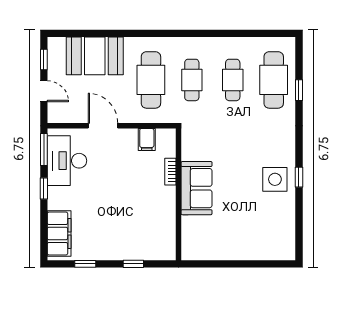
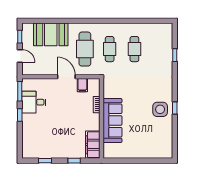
cafe table: (274, 80) -> (159, 49), removed
door: (103, 126) -> (66, 77), moved
desk: (67, 161) -> (34, 102), width x0.73
sofa: (197, 188) -> (113, 121), width x1.36
filing cabinet: (59, 233) -> (93, 145), moved, turned 180

